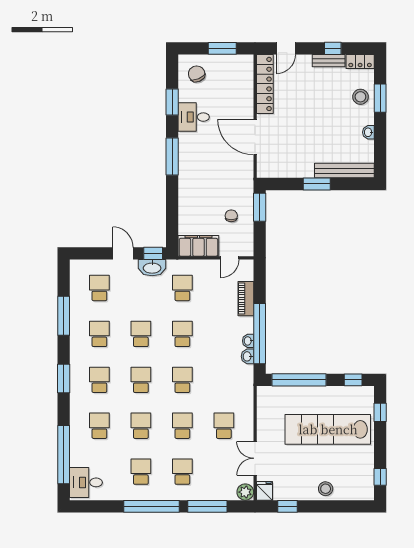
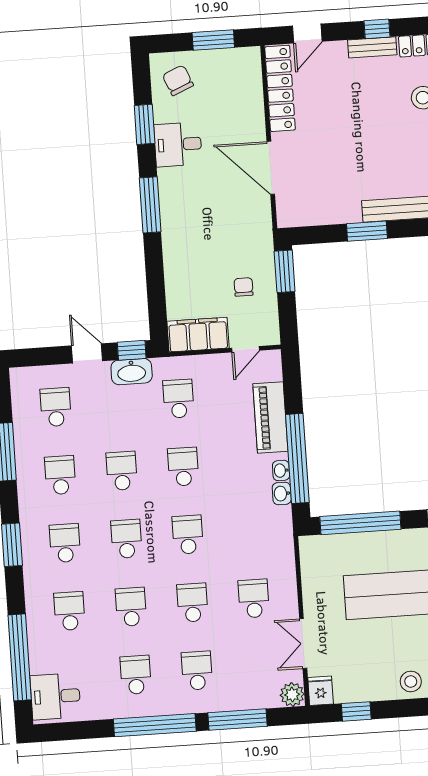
piano: (246, 299) -> (270, 418), width x1.37, depth x1.33

